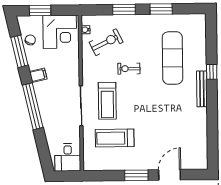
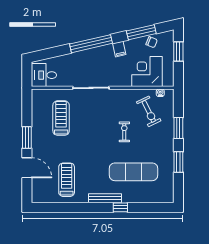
corner desk: (60, 32) -> (147, 72), moved, turned 90
treadmill: (107, 101) -> (67, 180), moved, turned 90

